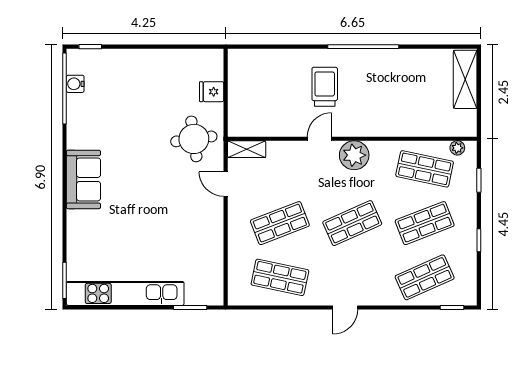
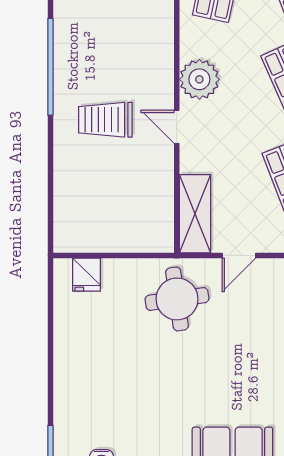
fridge: (212, 92) -> (87, 275), moved
shelving: (247, 149) -> (195, 214), width x1.50, depth x1.33

